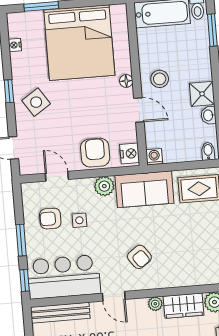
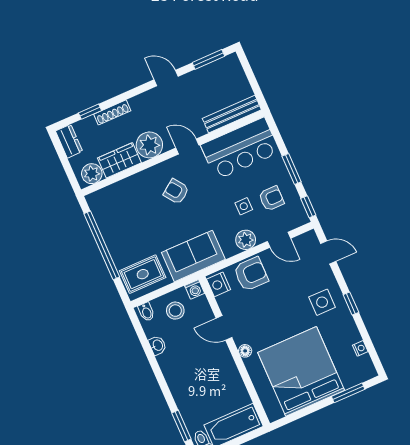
stool: (160, 79) -> (175, 311), moved
shower: (202, 94) -> (170, 363), removed
side table: (36, 102) -> (322, 302), turned 33
armchair: (95, 153) -> (251, 274), turned -90
plant: (104, 186) -> (246, 240), moved
window: (24, 280) -> (308, 207), moved
plant: (155, 304) -> (149, 145), width x1.88, depth x1.88

